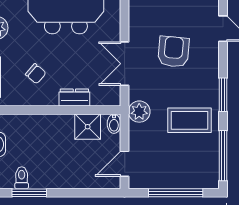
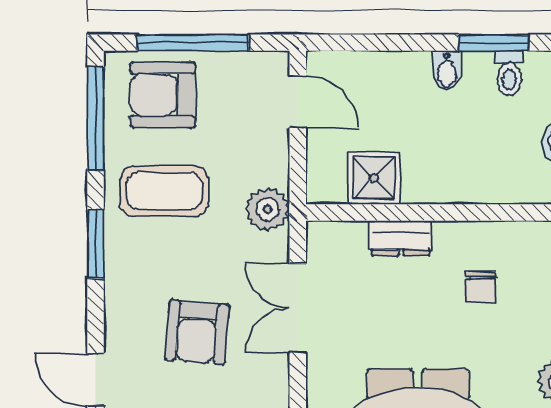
double door: (125, 64) -> (298, 308), swing flipped
chair: (36, 74) -> (480, 287), turned -131
bidet: (114, 124) -> (447, 71), moved, turned 180
door: (125, 164) -> (298, 102), hinge flipped
armchair: (190, 167) -> (163, 95), added

